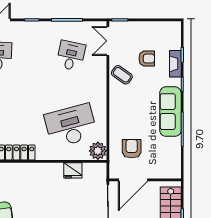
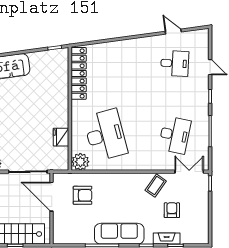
desk: (71, 56) -> (175, 135), width x1.37
armchair: (147, 59) -> (172, 210), turned 180

